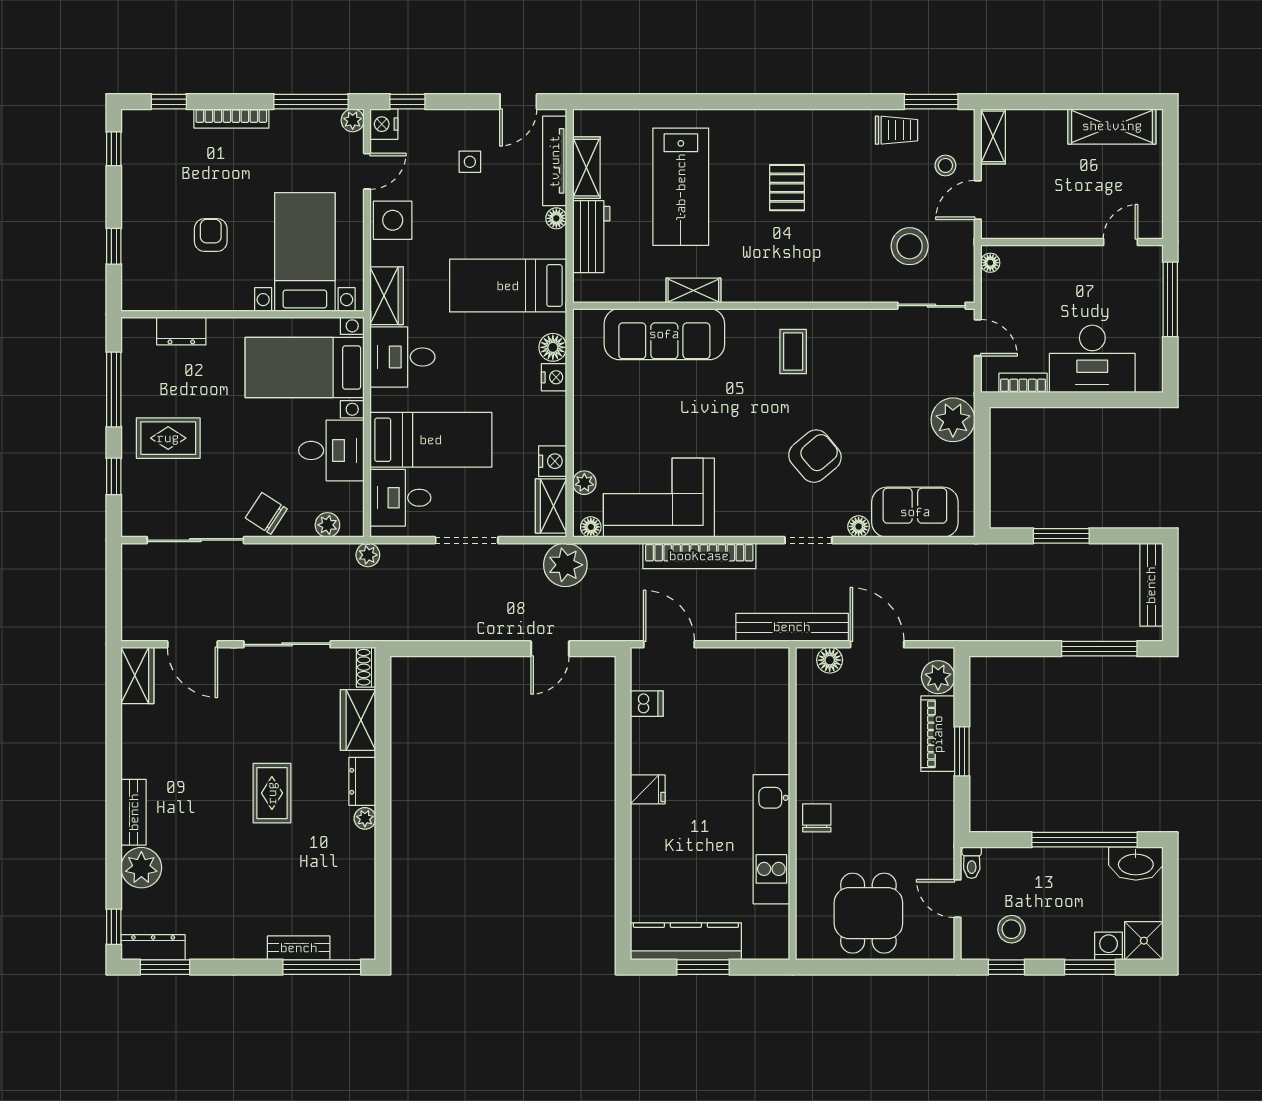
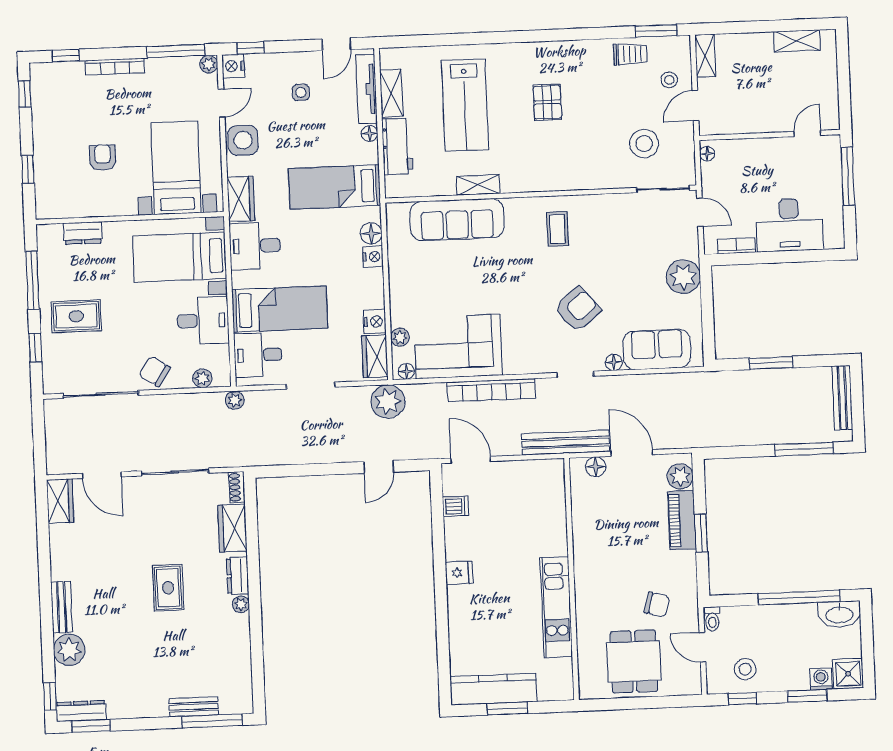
shelving: (1112, 126) -> (797, 41), width x0.67, depth x0.75
chair: (817, 818) -> (657, 604), moved, turned 105

